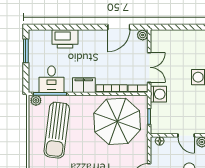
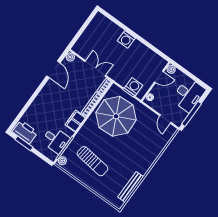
printer: (65, 39) -> (25, 132), moved, turned -90
washing machine: (158, 94) -> (134, 87), moved
sun lounger: (57, 130) -> (92, 161), width x0.73, depth x0.75

